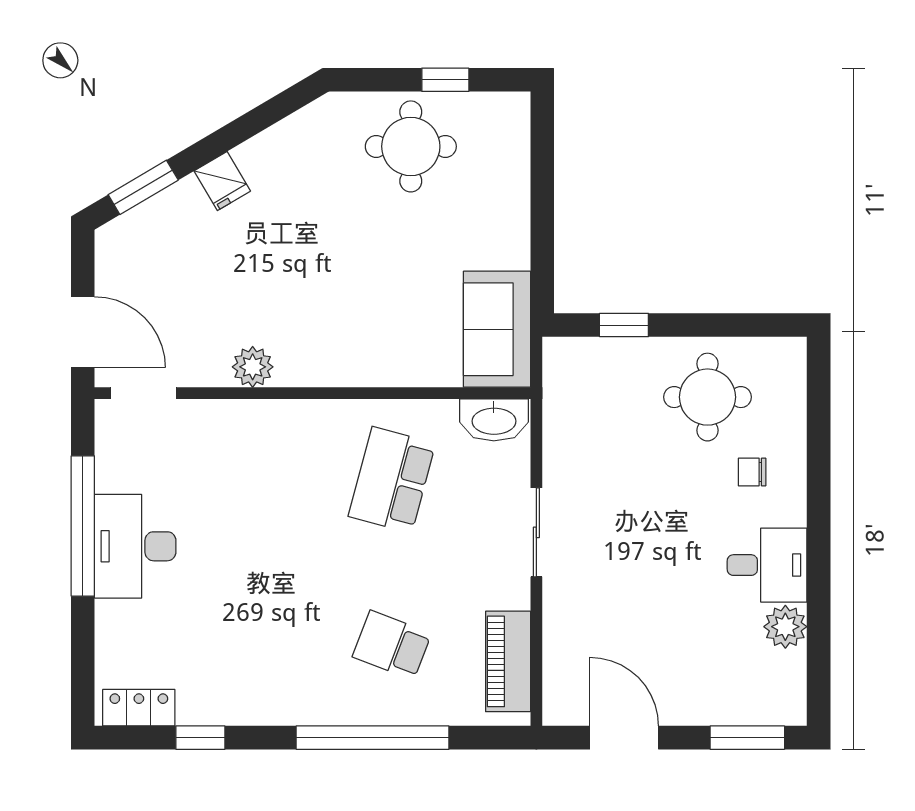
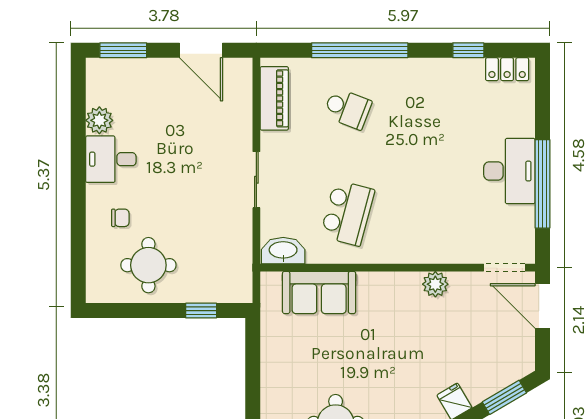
sofa: (497, 329) -> (319, 292), moved, turned 90

